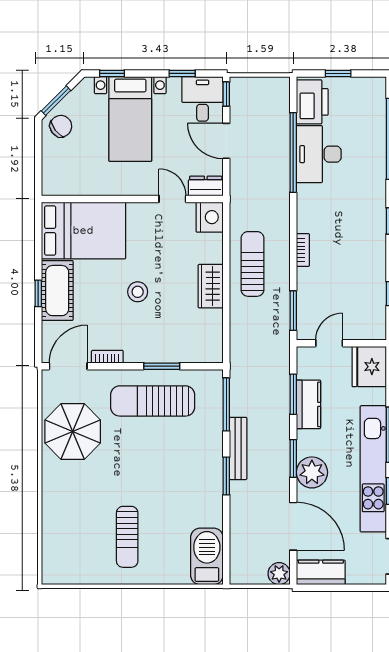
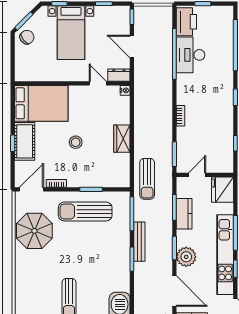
desk: (203, 99) -> (117, 20), removed
nightstand: (210, 217) -> (125, 90), width x0.53, depth x0.56
sun lounger: (252, 264) -> (147, 179), moved, turned 180

